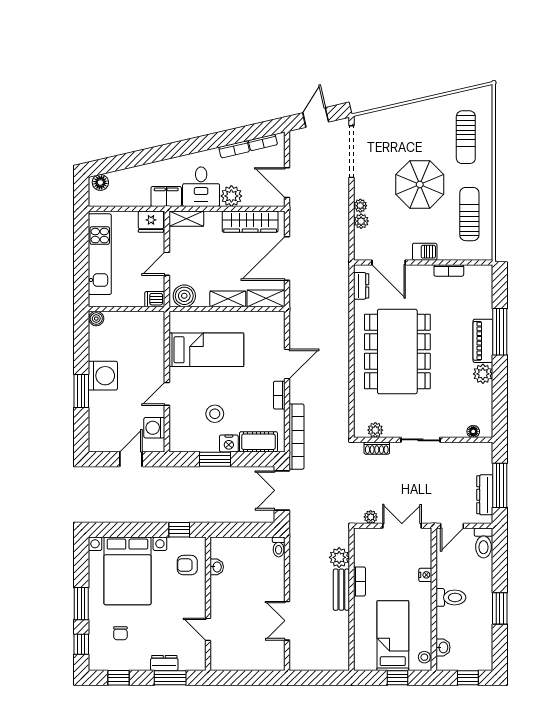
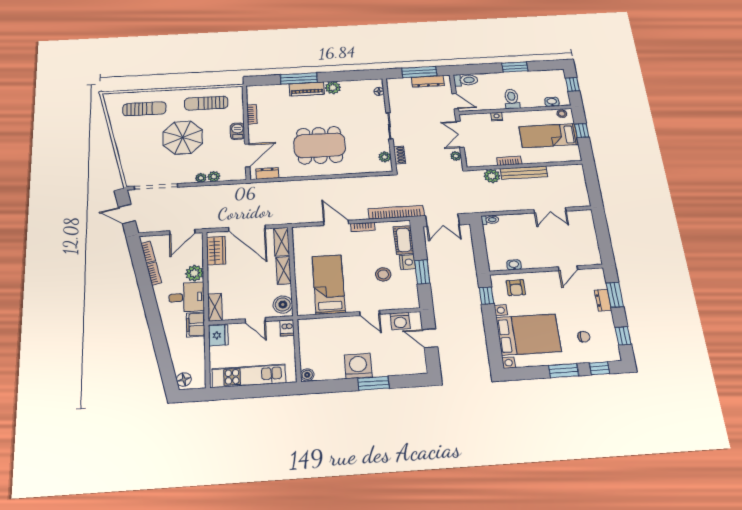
wardrobe: (250, 222) -> (216, 251), width x0.67
dining table: (397, 352) -> (320, 145), width x0.73, depth x0.80
bench: (341, 590) -> (524, 173), width x1.36

